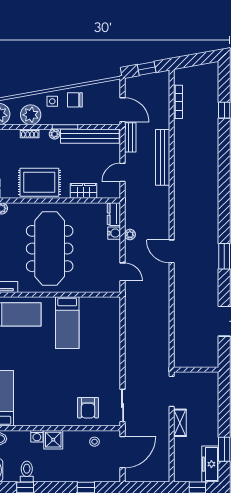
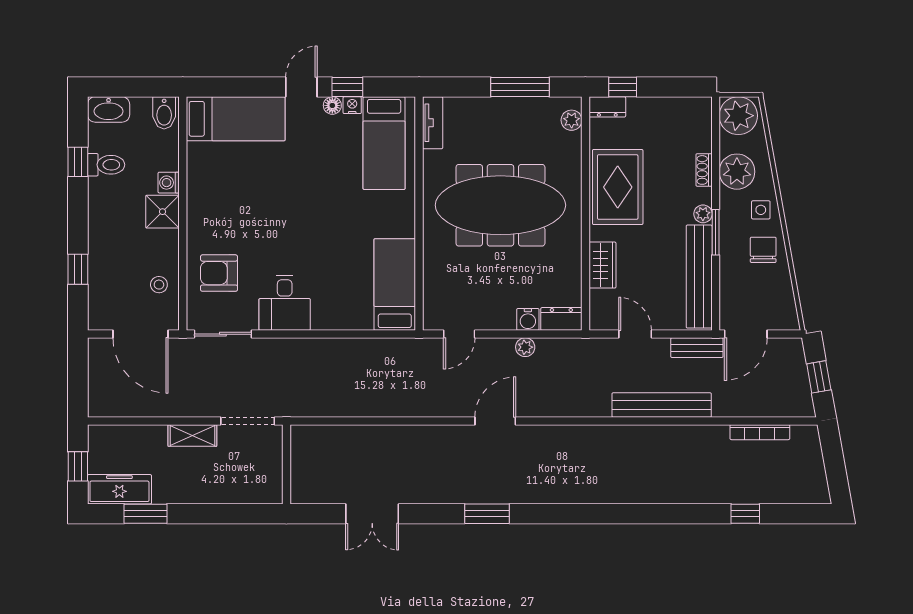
bed: (67, 323) -> (395, 285), moved, turned 90
desk: (105, 371) -> (285, 303), added

